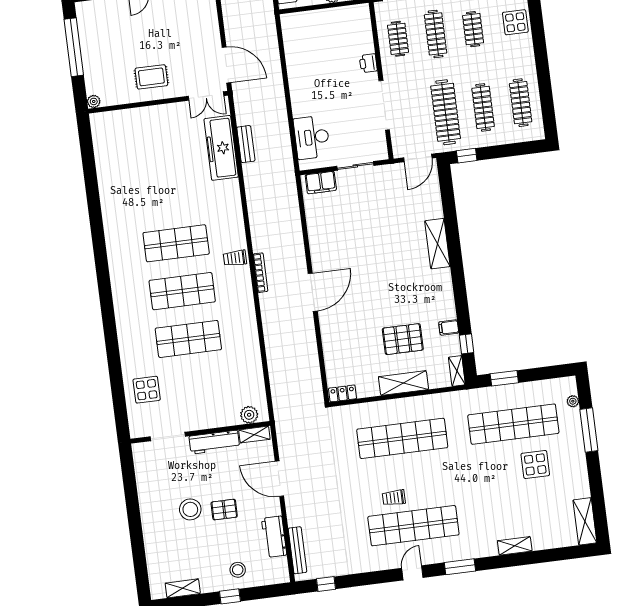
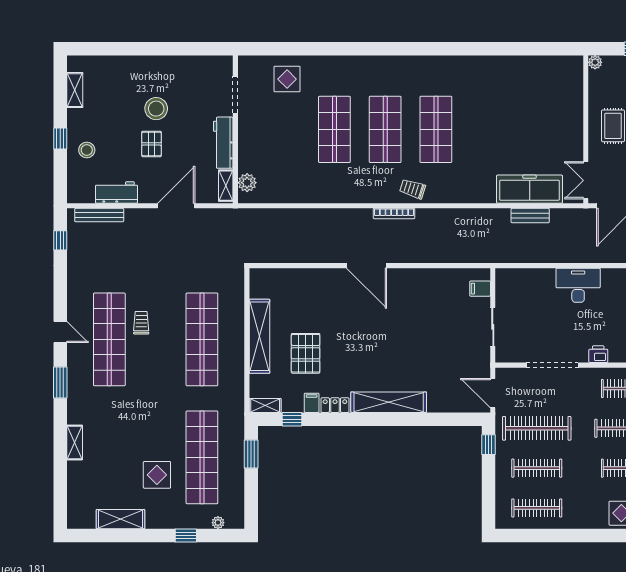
desk: (312, 137) -> (578, 285), moved
filing cabinet: (321, 183) -> (480, 289), width x0.50
shelving: (437, 244) -> (389, 402), width x1.47
trolley: (235, 258) -> (413, 189), turned -72
shelving: (403, 383) -> (260, 336), width x1.47
locker: (343, 393) -> (335, 405), moved, turned -90
window: (589, 430) -> (186, 535), width x0.46
shelving: (585, 521) -> (121, 519), moved

